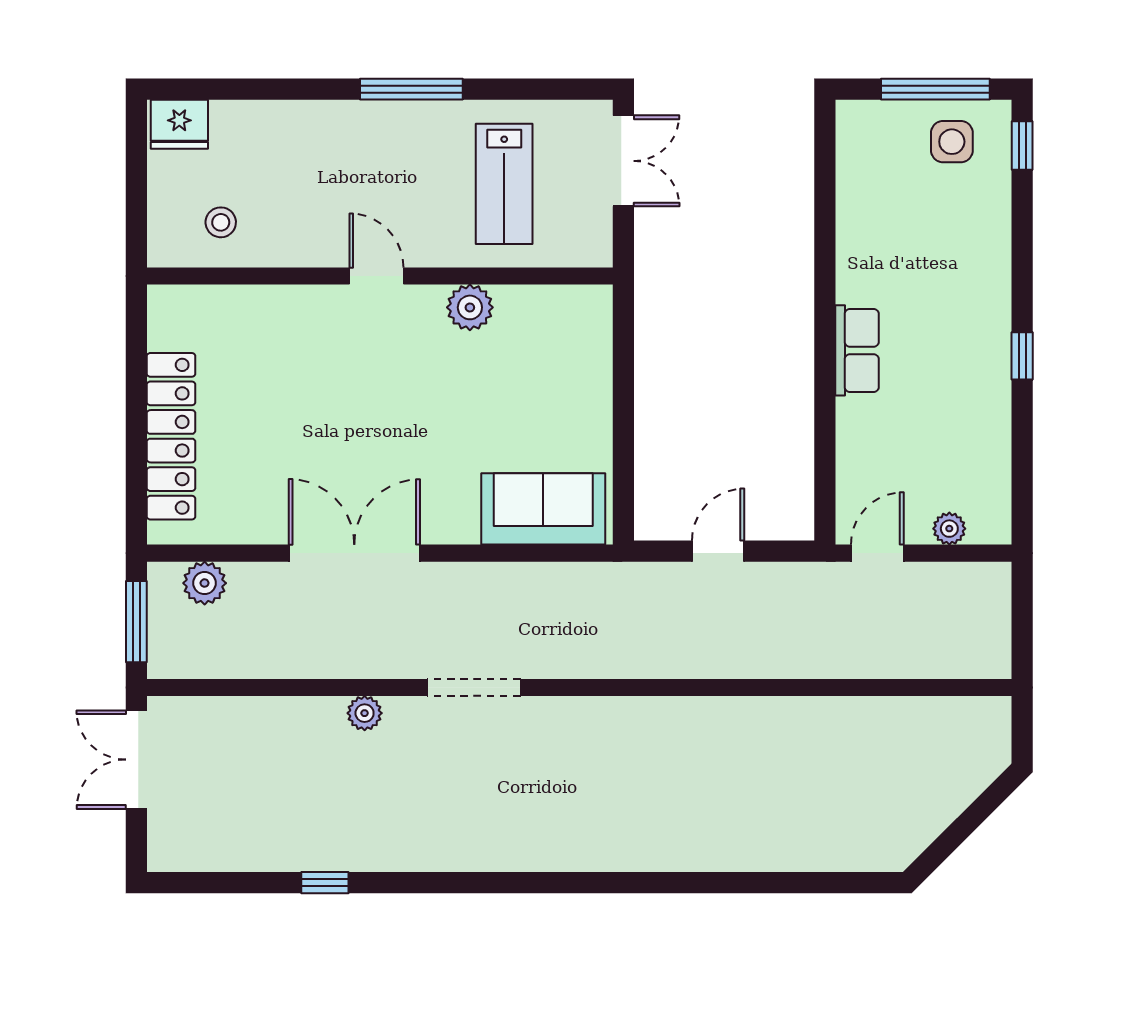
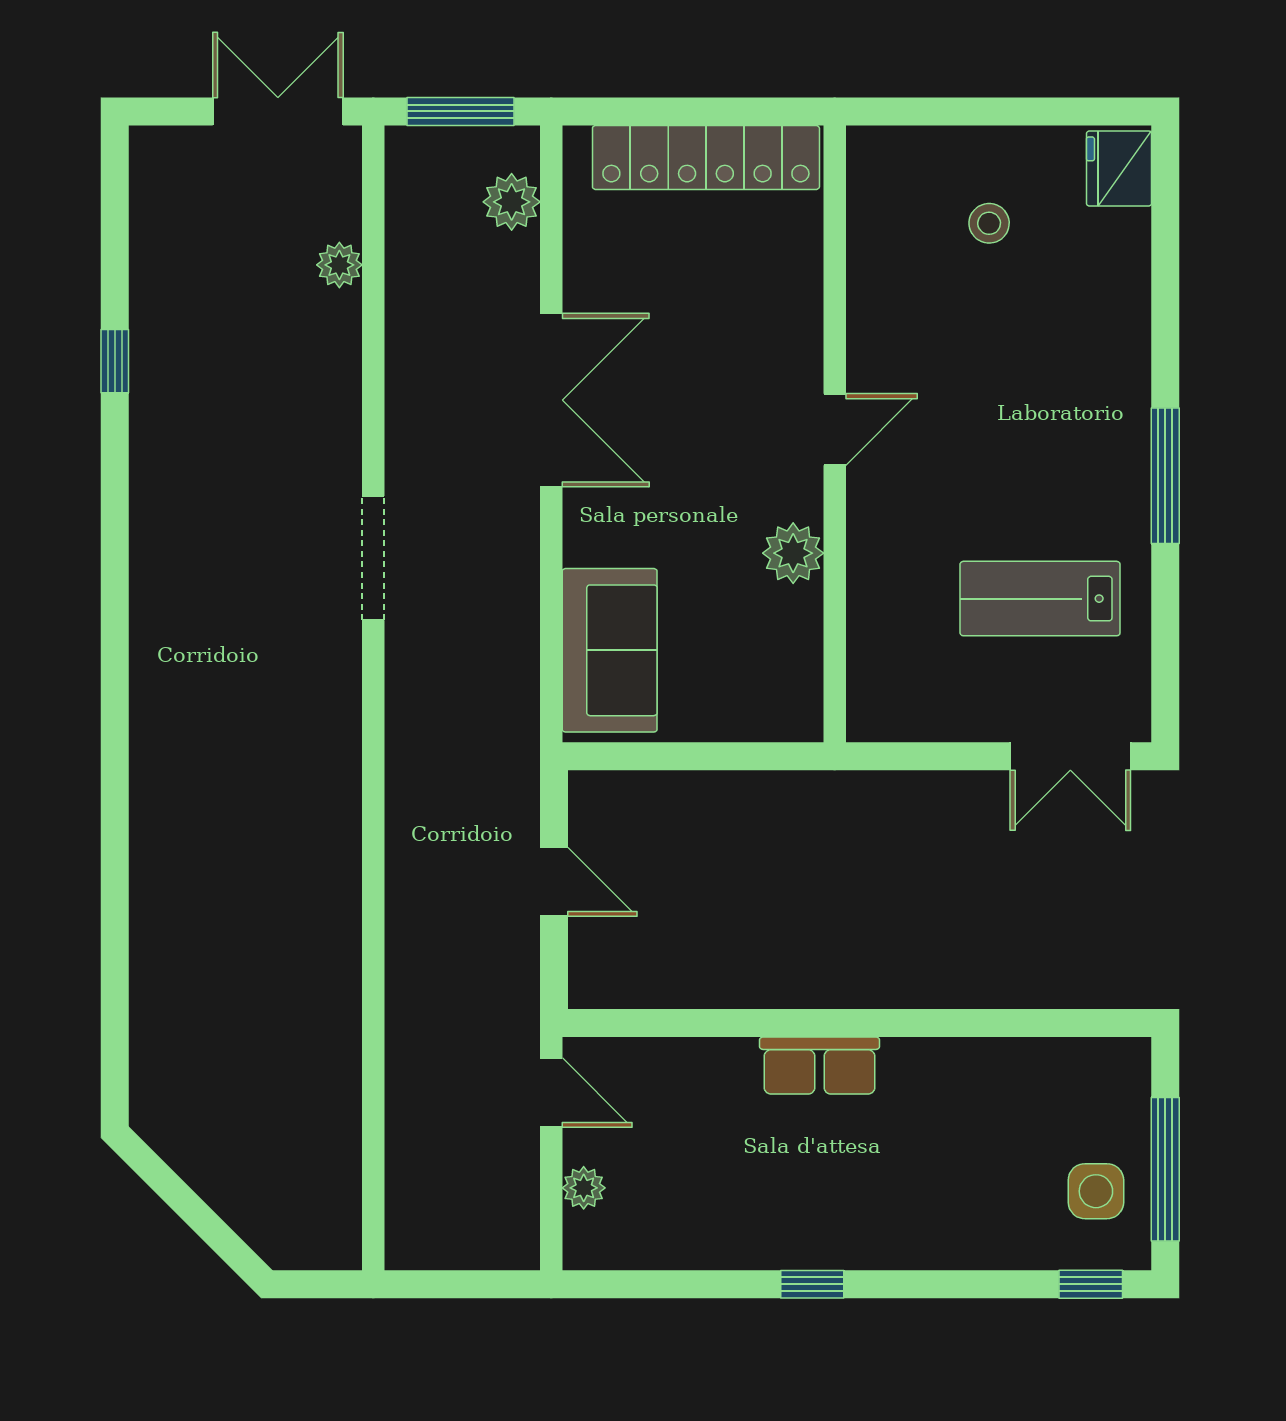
door: (376, 276) -> (835, 429), moved
wall: (380, 276) -> (835, 434), moved
plant: (470, 307) -> (793, 553), moved
plant: (365, 713) -> (339, 265), moved

